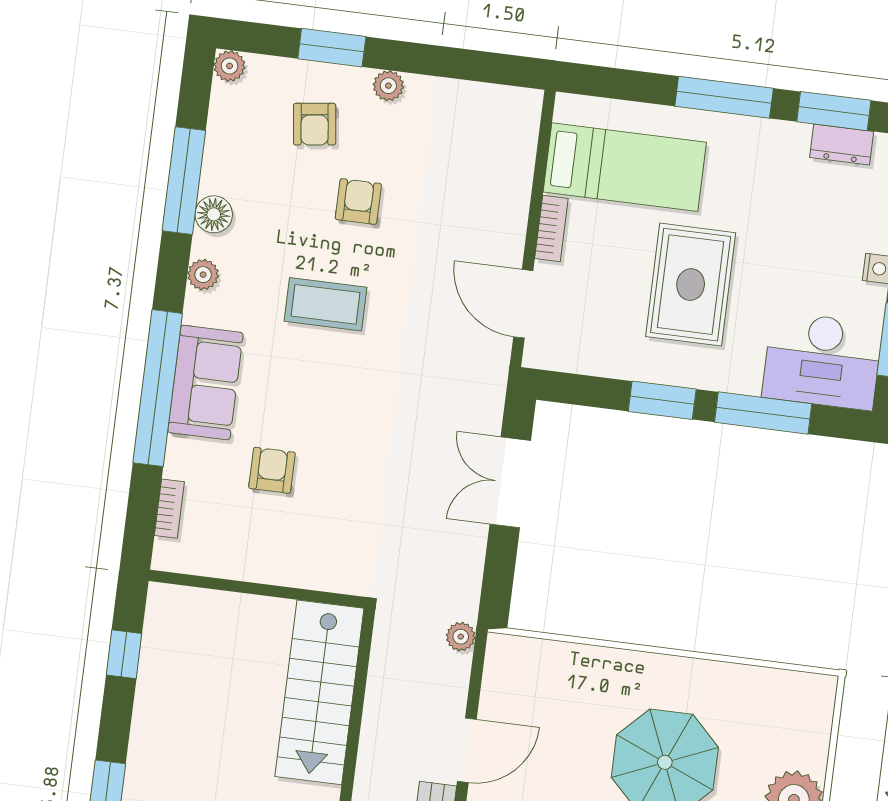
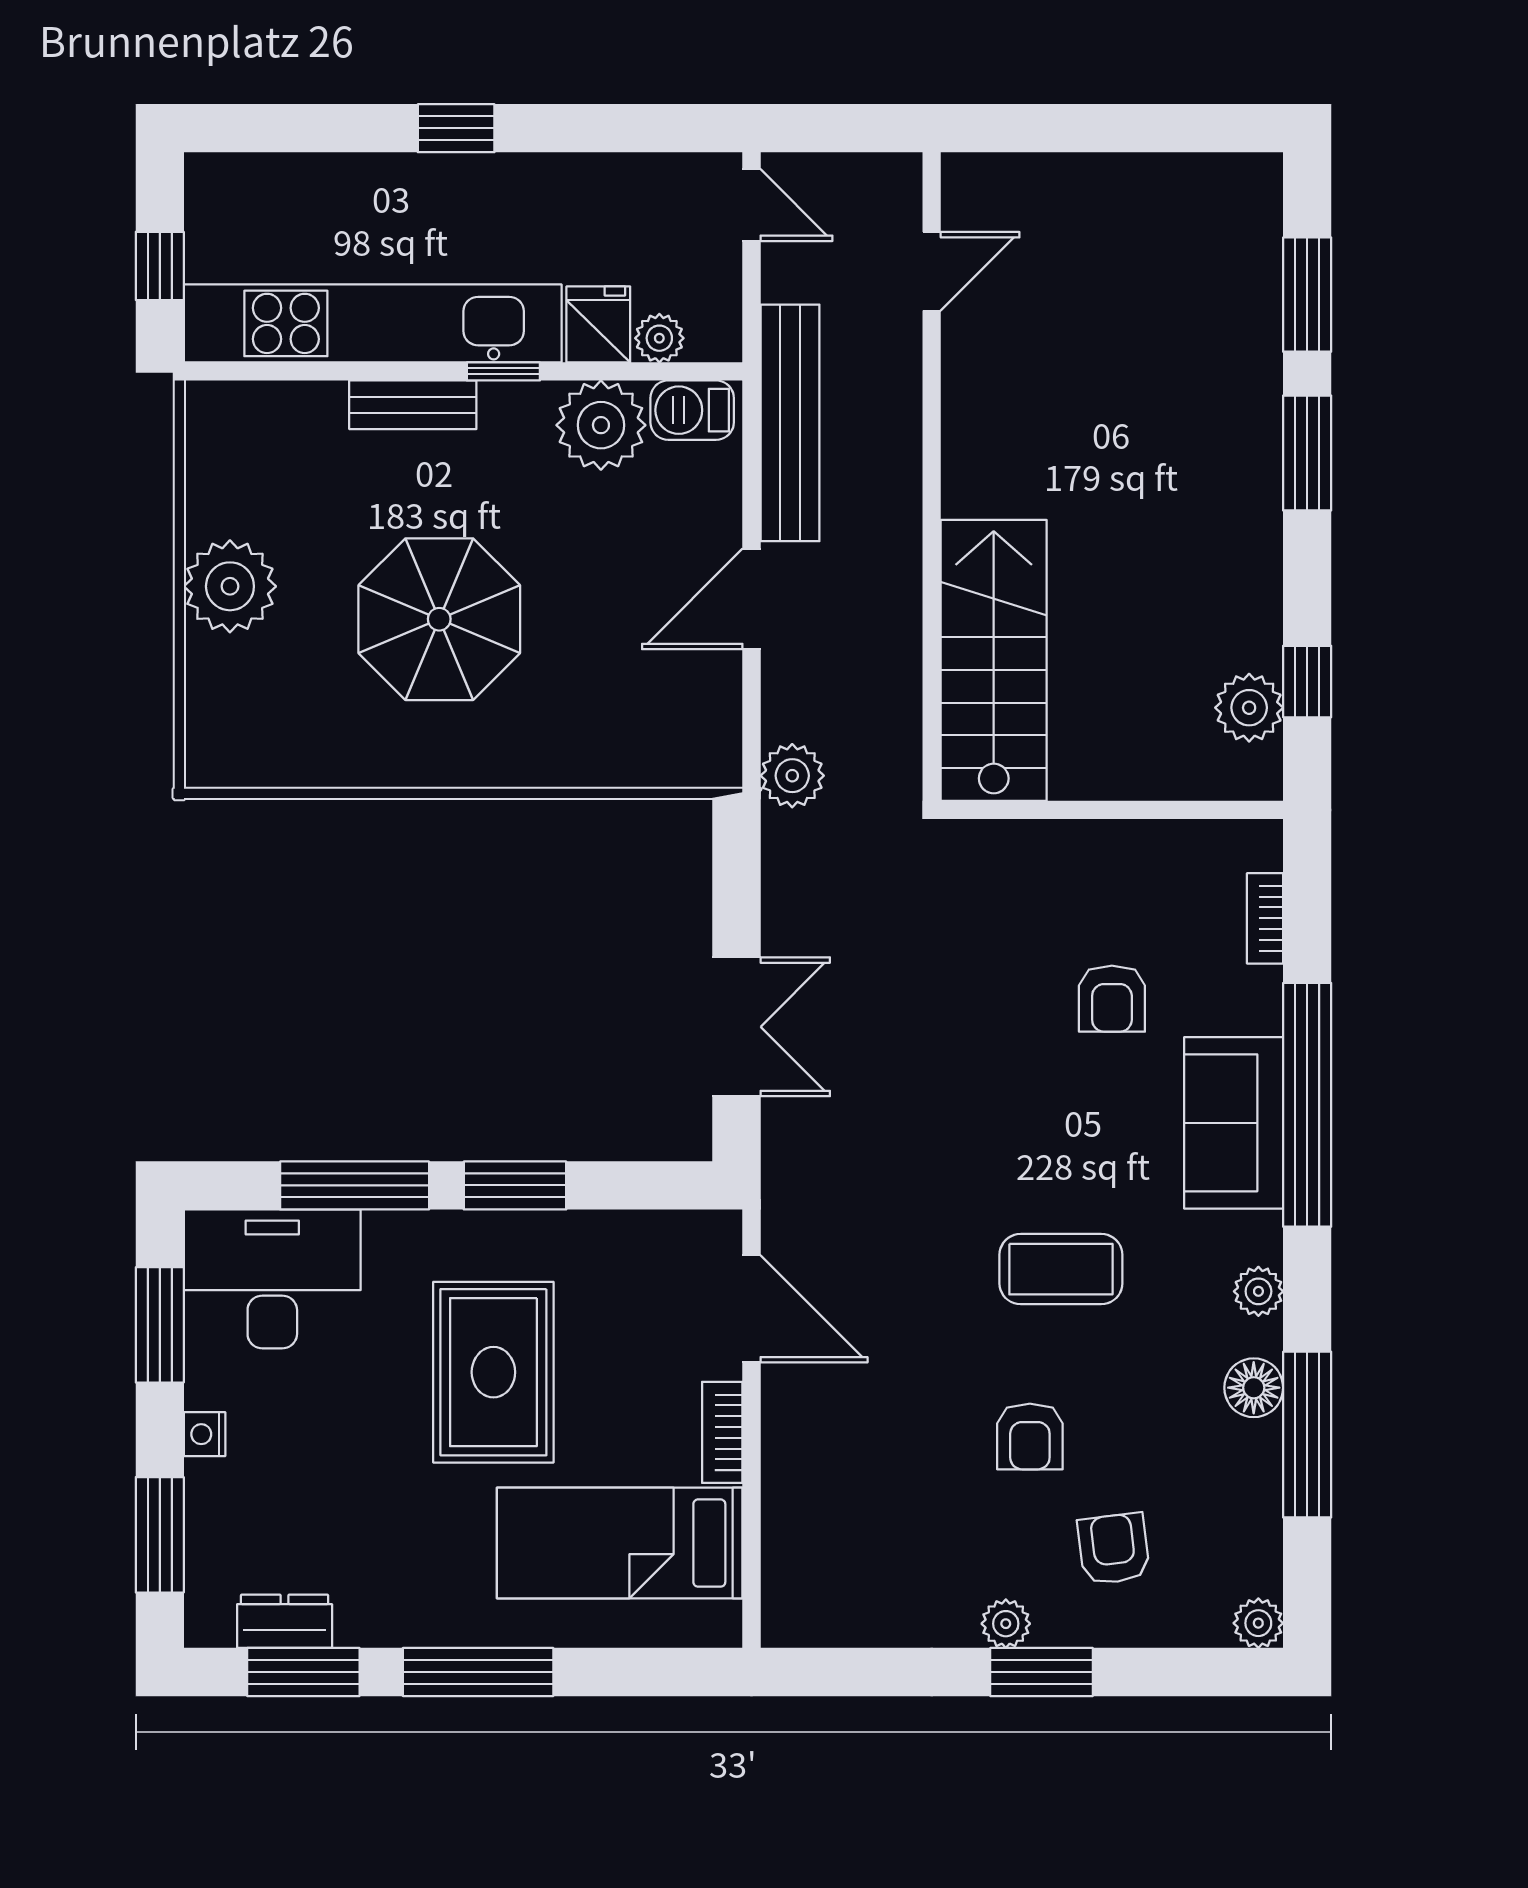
window: (332, 48) -> (1042, 1672), moved
plant: (461, 637) -> (792, 776), width x1.38, depth x1.38
plant: (163, 642) -> (1249, 708), added

